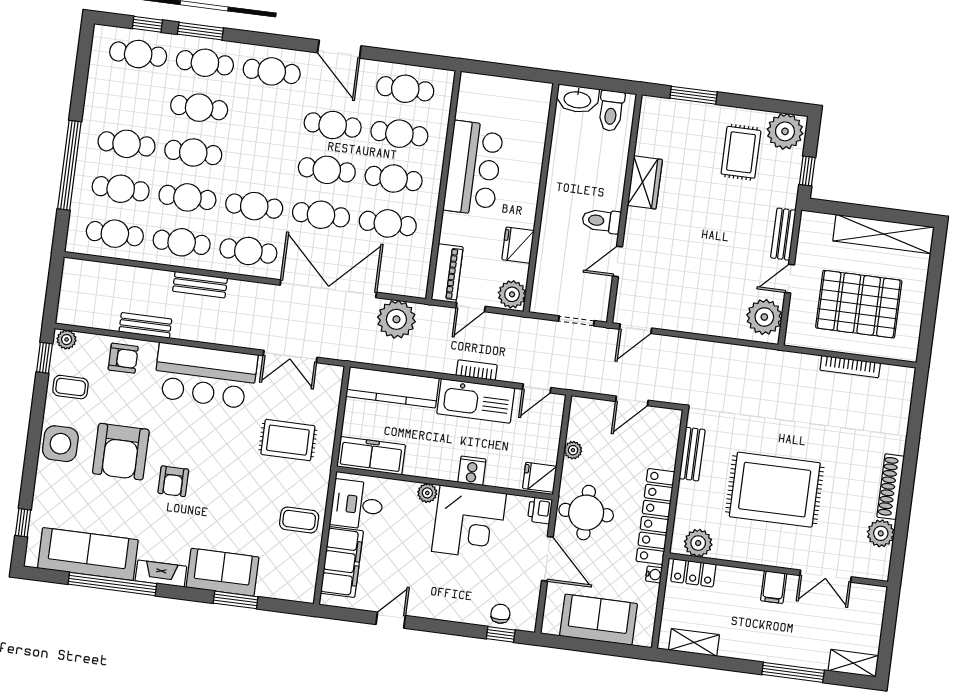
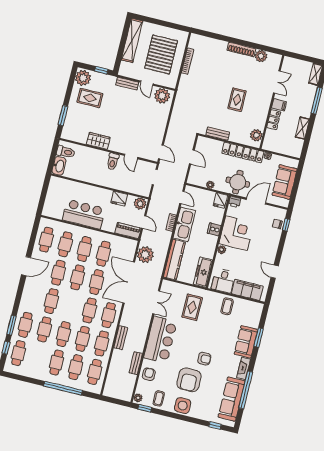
cafe table: (272, 71) -> (51, 301), moved
armchair: (121, 452) -> (189, 380), turned 90
rug: (775, 490) -> (237, 100), width x0.54, depth x0.49
locker: (693, 573) -> (274, 120), moved
shelving: (694, 642) -> (302, 128), moved

